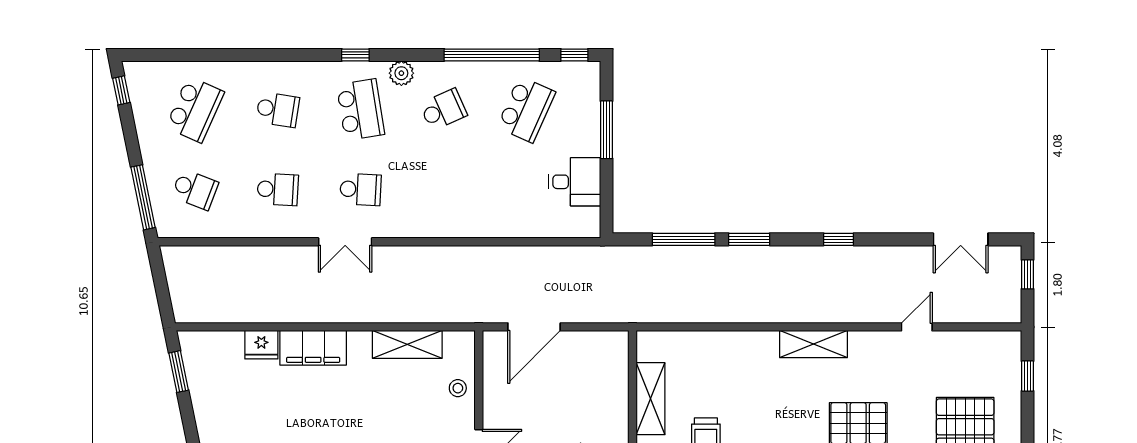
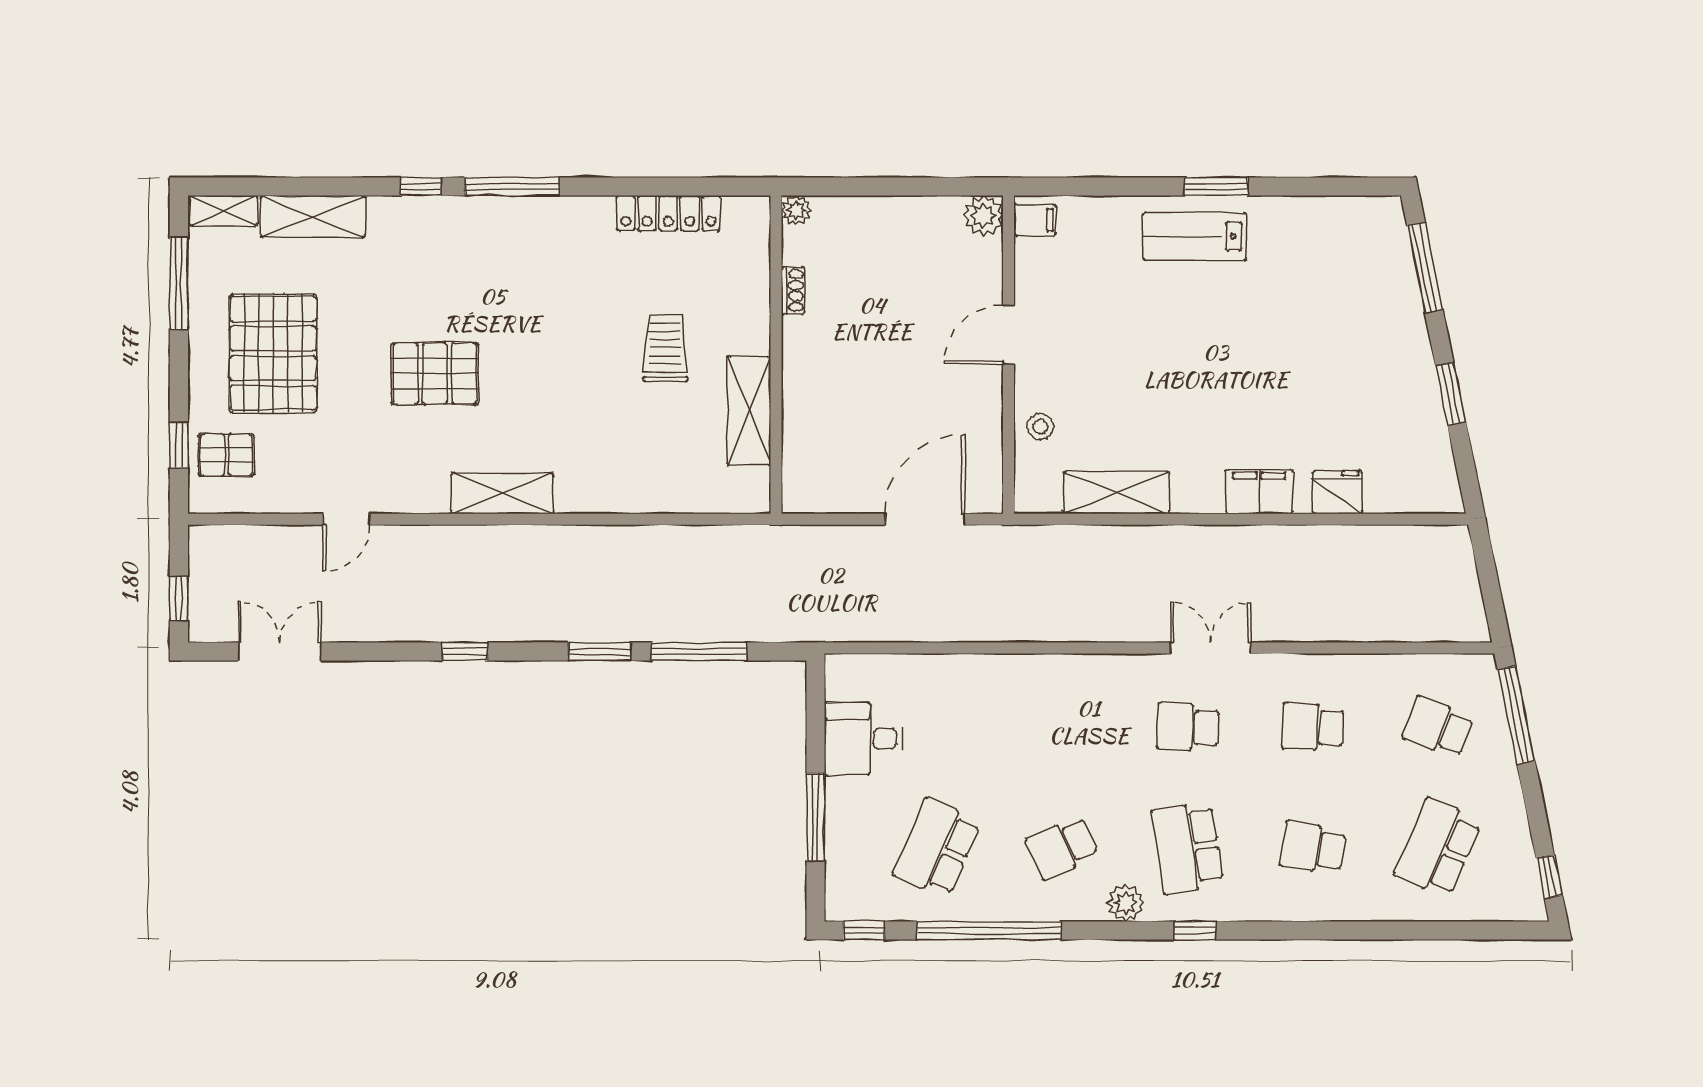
filing cabinet: (313, 348) -> (1259, 491), width x0.67, depth x0.86
pallet: (996, 369) -> (226, 455), added
window: (179, 372) -> (1451, 394), moved

